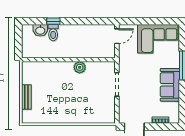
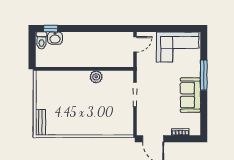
window: (53, 21) -> (51, 29), moved
toilet: (53, 33) -> (42, 41), moved
bench: (26, 97) -> (40, 122), moved

